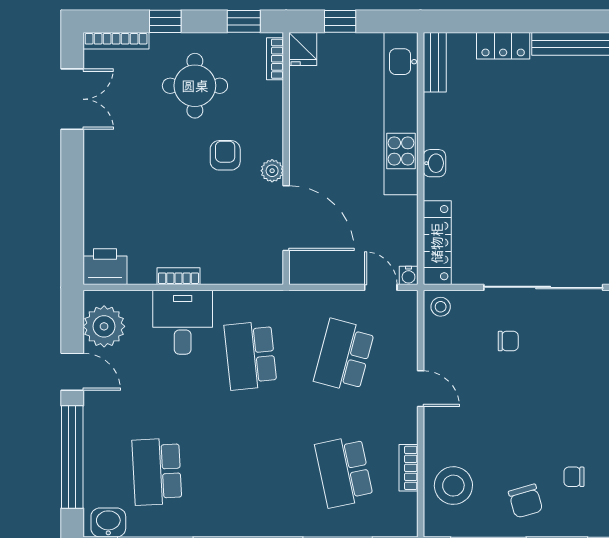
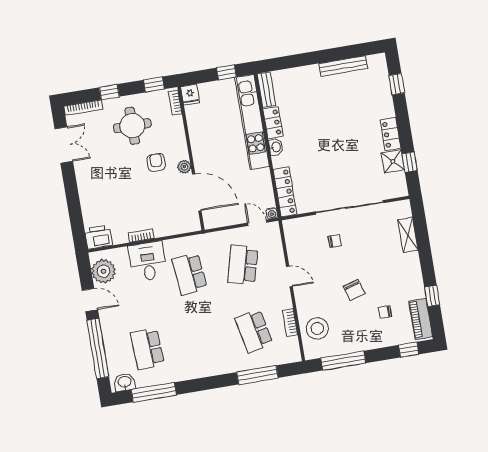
window: (340, 21) -> (226, 72), moved
locker: (503, 46) -> (273, 123), moved, turned -90
stool: (441, 307) -> (293, 228), removed
chair: (526, 501) -> (354, 290), moved

